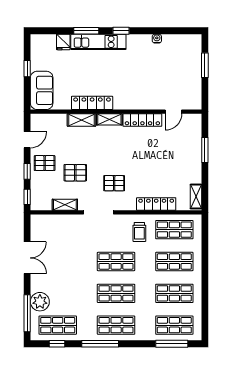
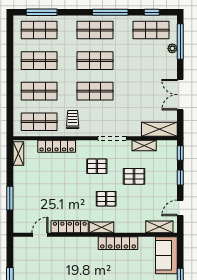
shelving: (81, 120) -> (159, 227), moved
pallet: (45, 163) -> (106, 199), moved
shelving: (49, 222) -> (159, 129), added
plant: (40, 302) -> (172, 48), width x0.53, depth x0.53

